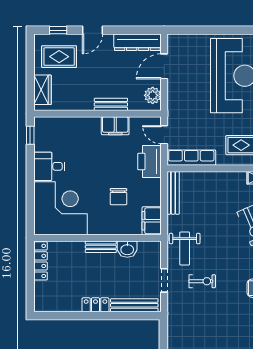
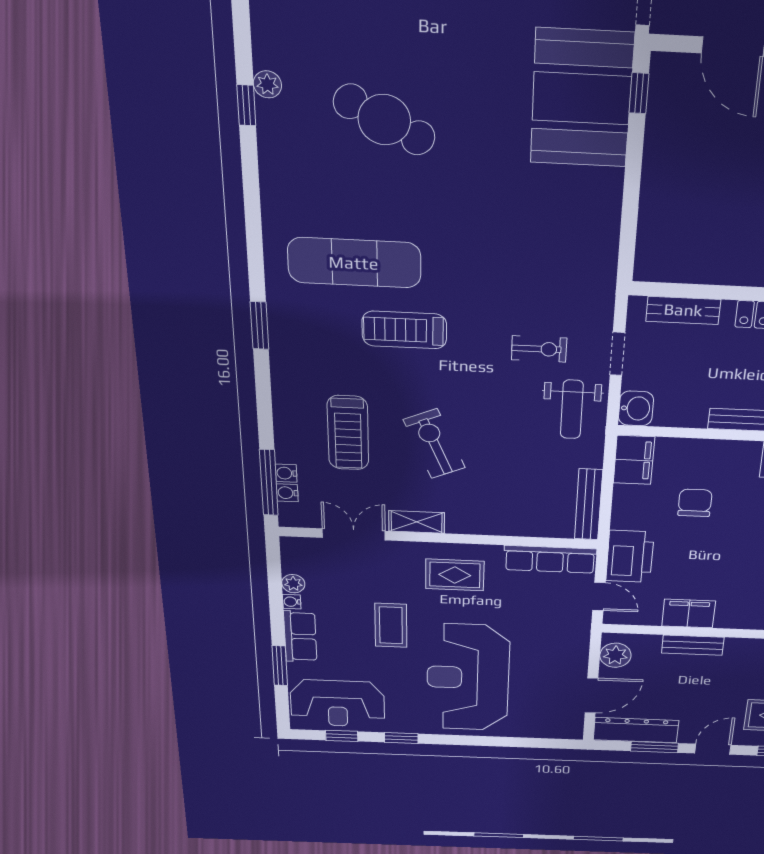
window: (126, 30) -> (654, 747), added
weight bench: (185, 248) -> (572, 409), turned 180
washbasin: (127, 249) -> (636, 408), moved, turned 90
exercise bike: (202, 281) -> (539, 349), turned 180
bench: (134, 305) -> (683, 310), width x0.73

